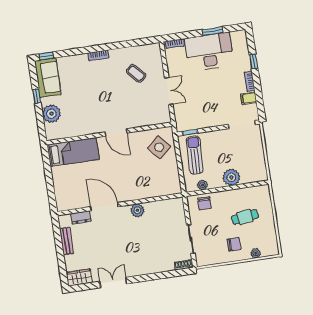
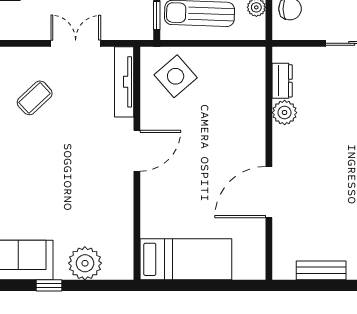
tv unit: (152, 120) -> (124, 82), added
bed: (73, 152) -> (186, 259), moved, turned 90
plant: (137, 210) -> (285, 113), moved
dresser: (81, 217) -> (282, 81), moved

